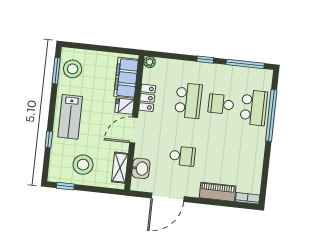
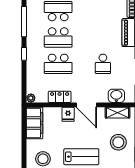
filing cabinet: (126, 78) -> (35, 123), moved, turned -90
school desk: (188, 101) -> (58, 64), turned 180
school desk: (221, 104) -> (58, 37), width x1.85
school desk: (182, 156) -> (103, 64), turned 180

